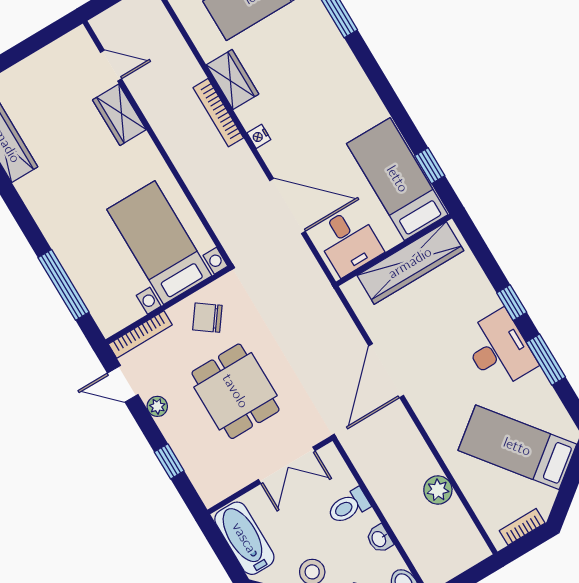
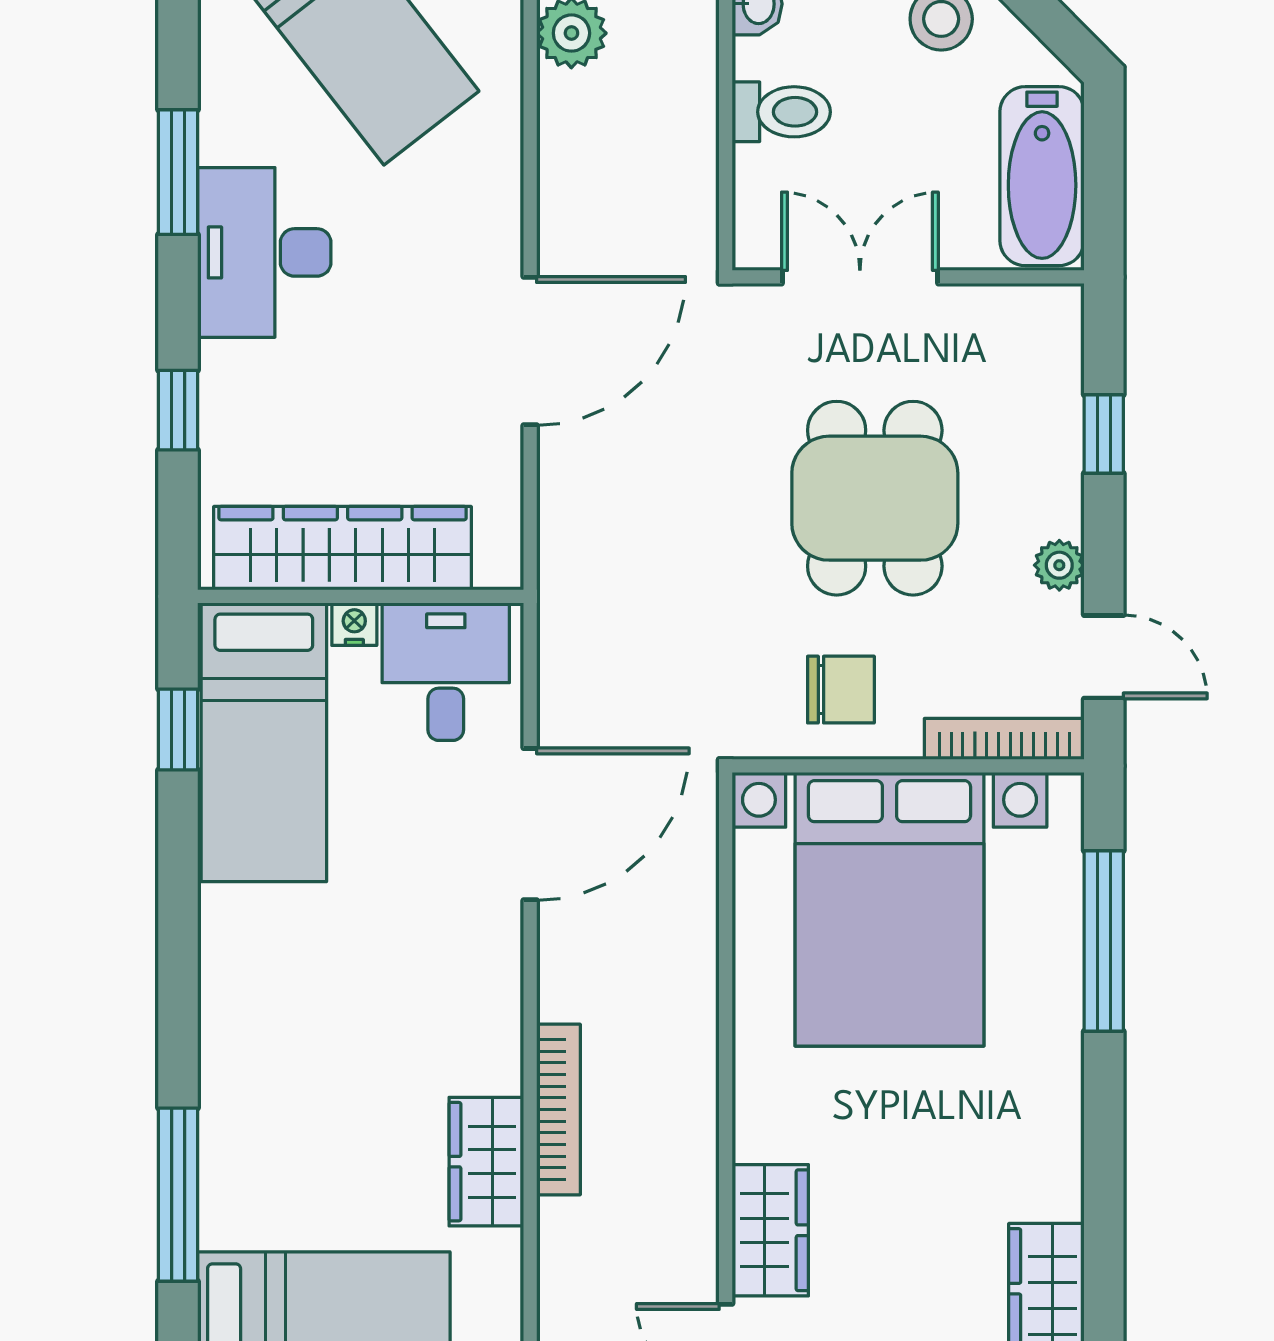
nightstand: (259, 136) -> (354, 624), moved, turned -90
door: (288, 206) -> (530, 824), swing flipped
bed with nightstands: (159, 243) -> (889, 909), width x1.36
window: (512, 303) -> (178, 410), moved
chair: (207, 318) -> (841, 690), turned -36

